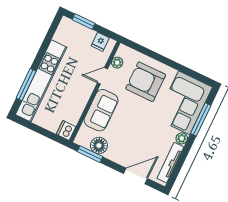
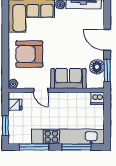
window: (47, 41) -> (34, 147), added
plant: (117, 63) -> (13, 84), moved
armchair: (146, 82) -> (29, 54), turned 90
door: (136, 176) -> (107, 40), moved

